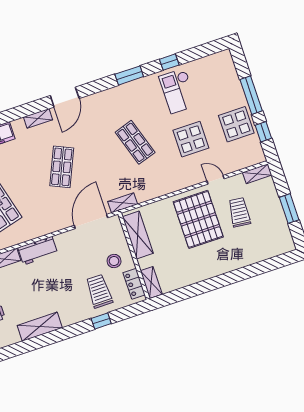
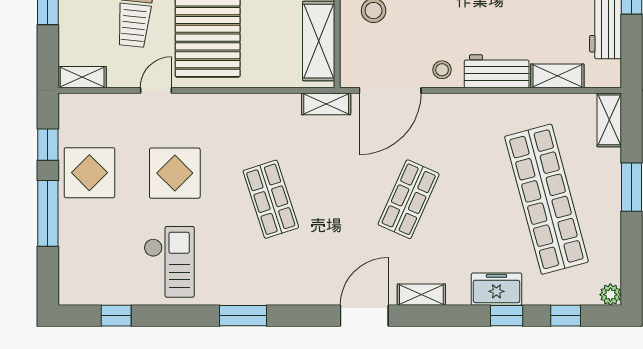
window: (169, 62) -> (116, 316), moved
door: (216, 180) -> (156, 90), swing flipped
stool: (67, 242) -> (442, 70), added

